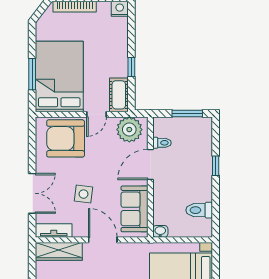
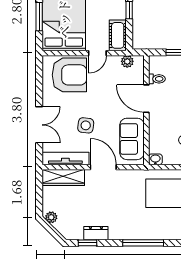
plant: (129, 130) -> (127, 61), width x0.53, depth x0.53
armchair: (66, 138) -> (69, 75), turned 180
door: (150, 164) -> (146, 99), hinge flipped
tv unit: (54, 230) -> (65, 158), width x1.41

